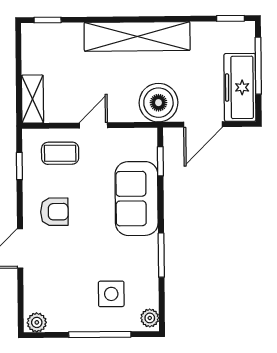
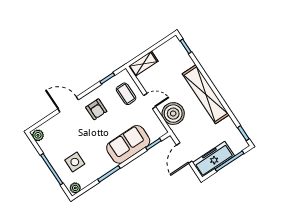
boiler: (158, 103) -> (173, 114), moved
door: (203, 124) -> (184, 153), hinge flipped

